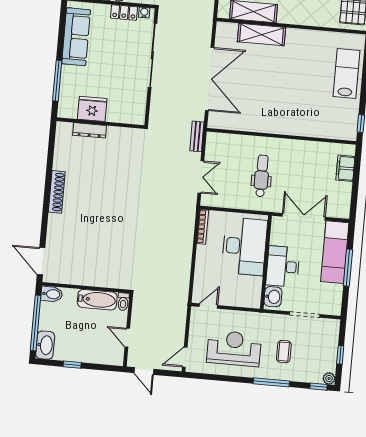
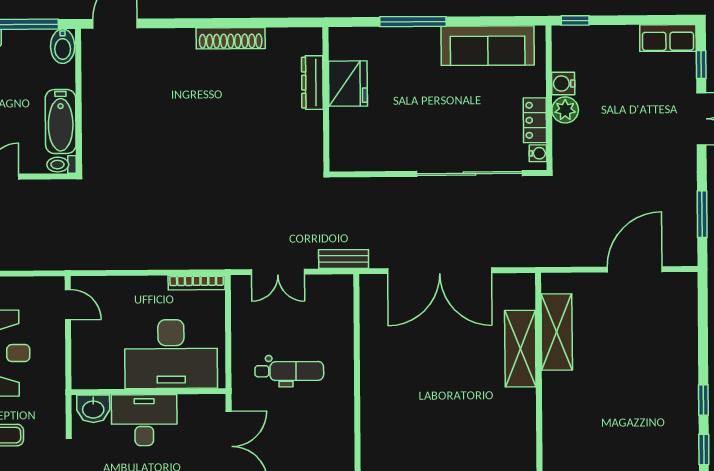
fridge: (92, 109) -> (348, 84), moved
wall: (101, 123) -> (326, 99), moved
dresser: (90, 130) -> (312, 83), moved

